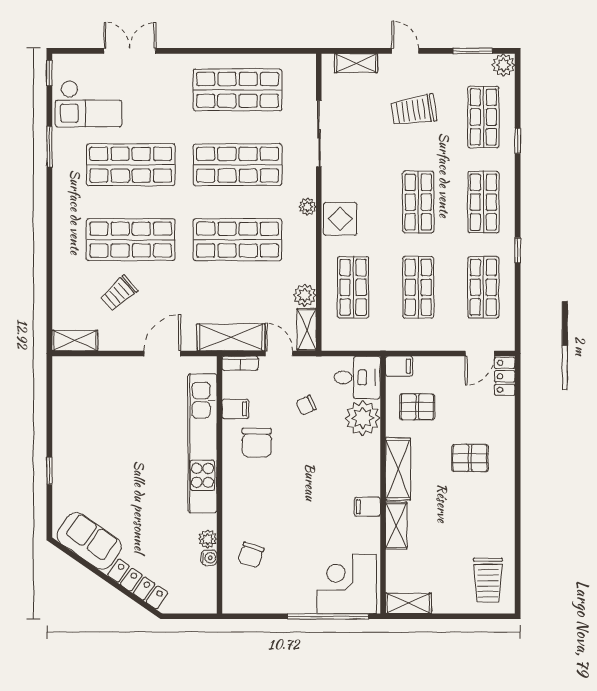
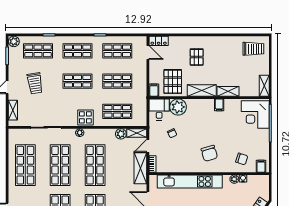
pallet: (417, 407) -> (173, 82), width x1.50, depth x1.42
filing cabinet: (235, 409) -> (261, 166), moved
chair: (257, 443) -> (209, 153), moved, turned 74

